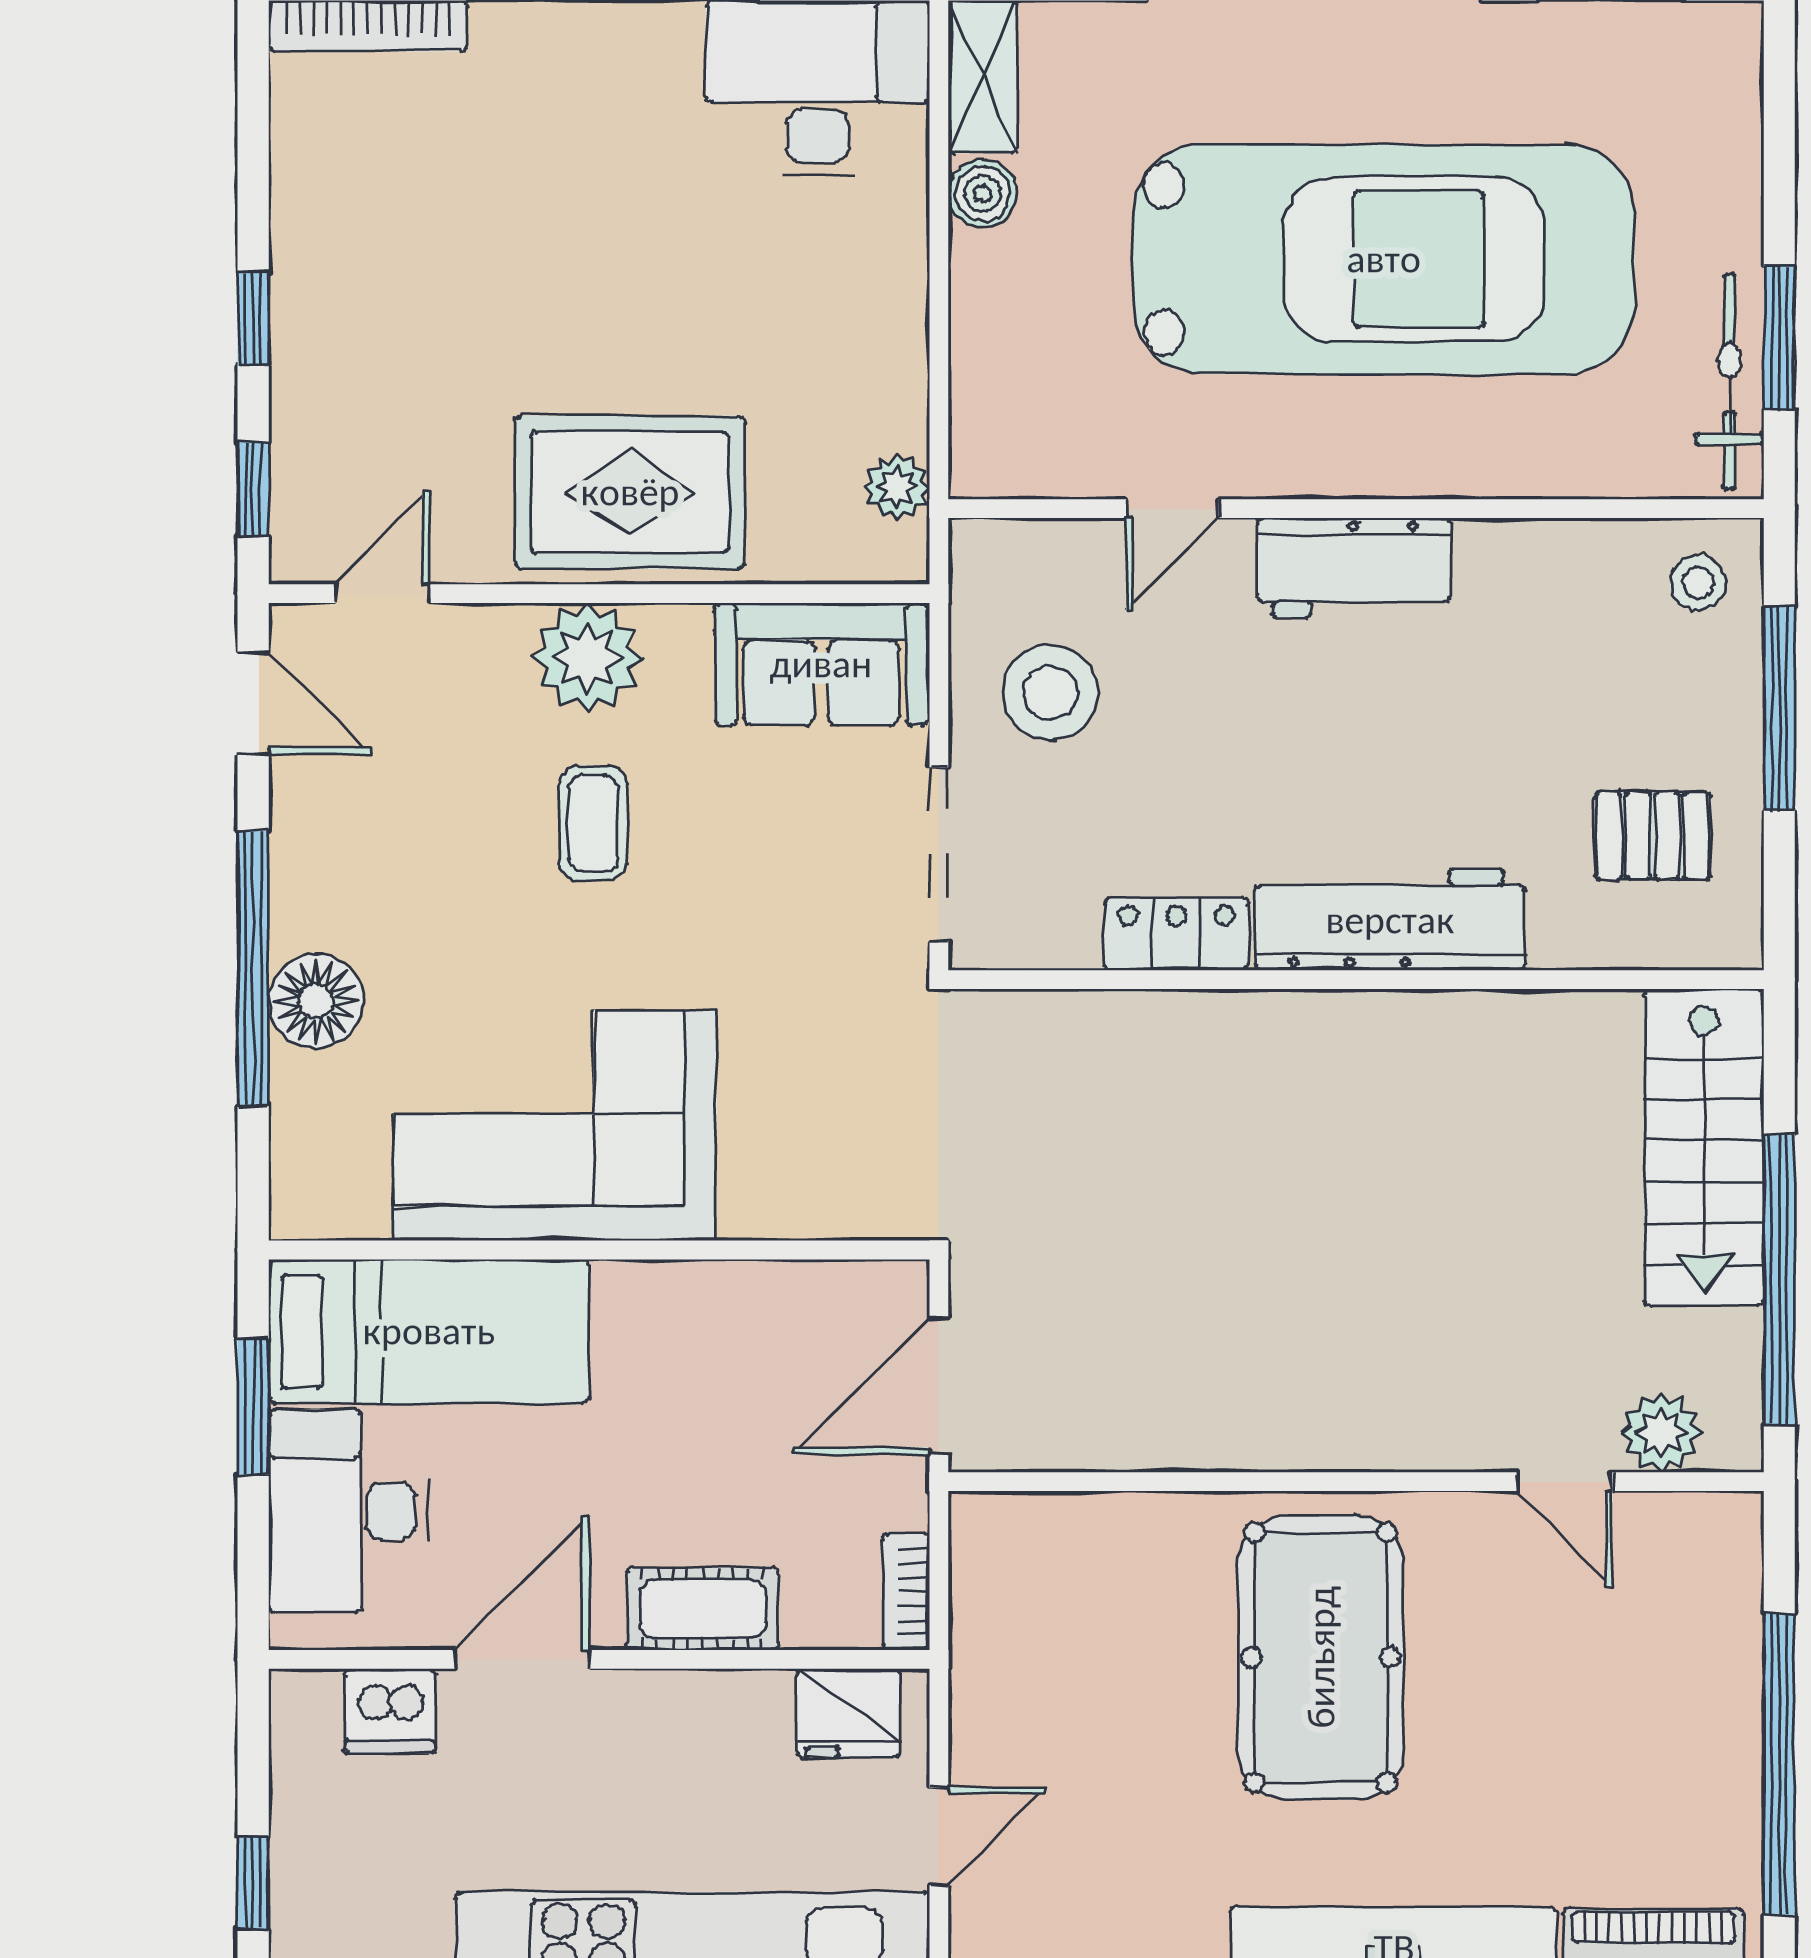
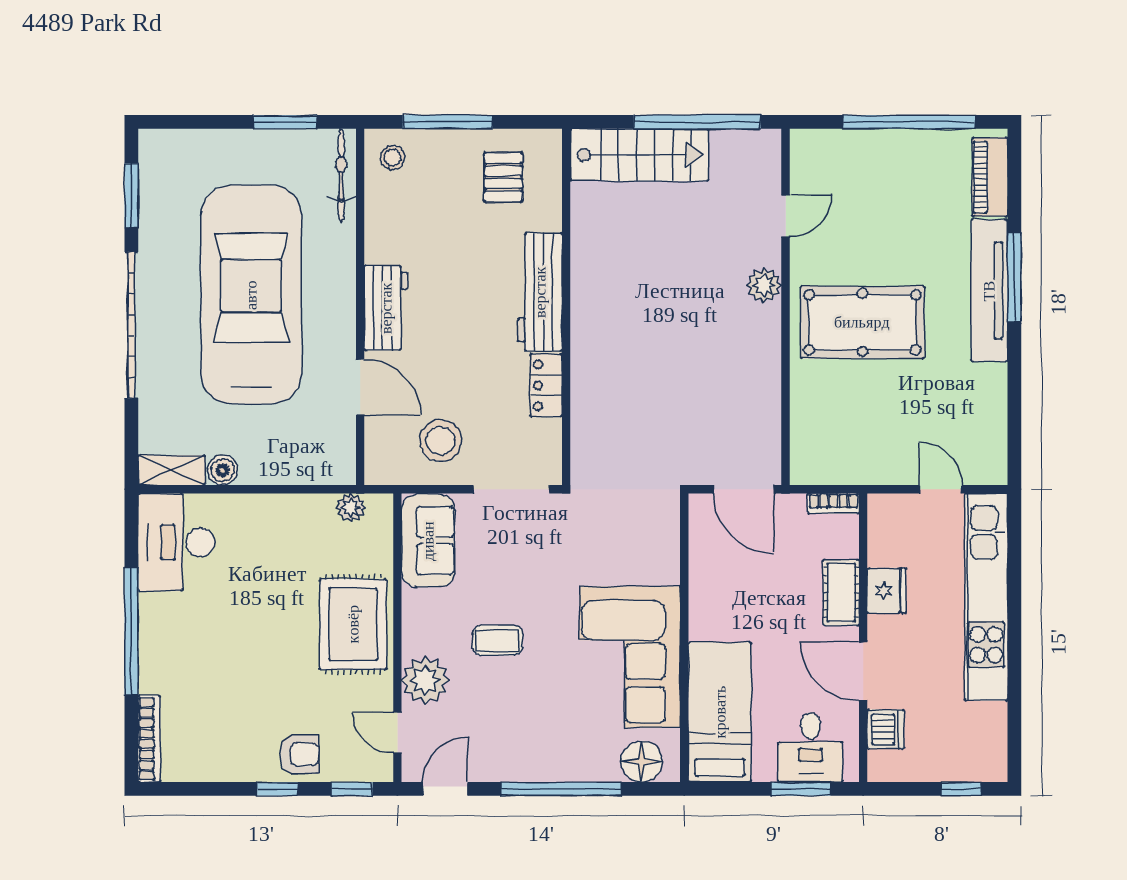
armchair: (332, 369) -> (299, 754), added
bicycle: (1730, 382) -> (341, 176), moved, turned 90
door: (1173, 509) -> (360, 387), width x1.38
plant: (587, 658) -> (425, 680), moved
floor lamp: (316, 1001) -> (642, 761), moved
window: (253, 1407) -> (801, 789), moved
plant: (1661, 1432) -> (764, 285), moved
desk: (348, 1511) -> (810, 747), width x0.73
fridge: (849, 1713) -> (887, 591), moved

